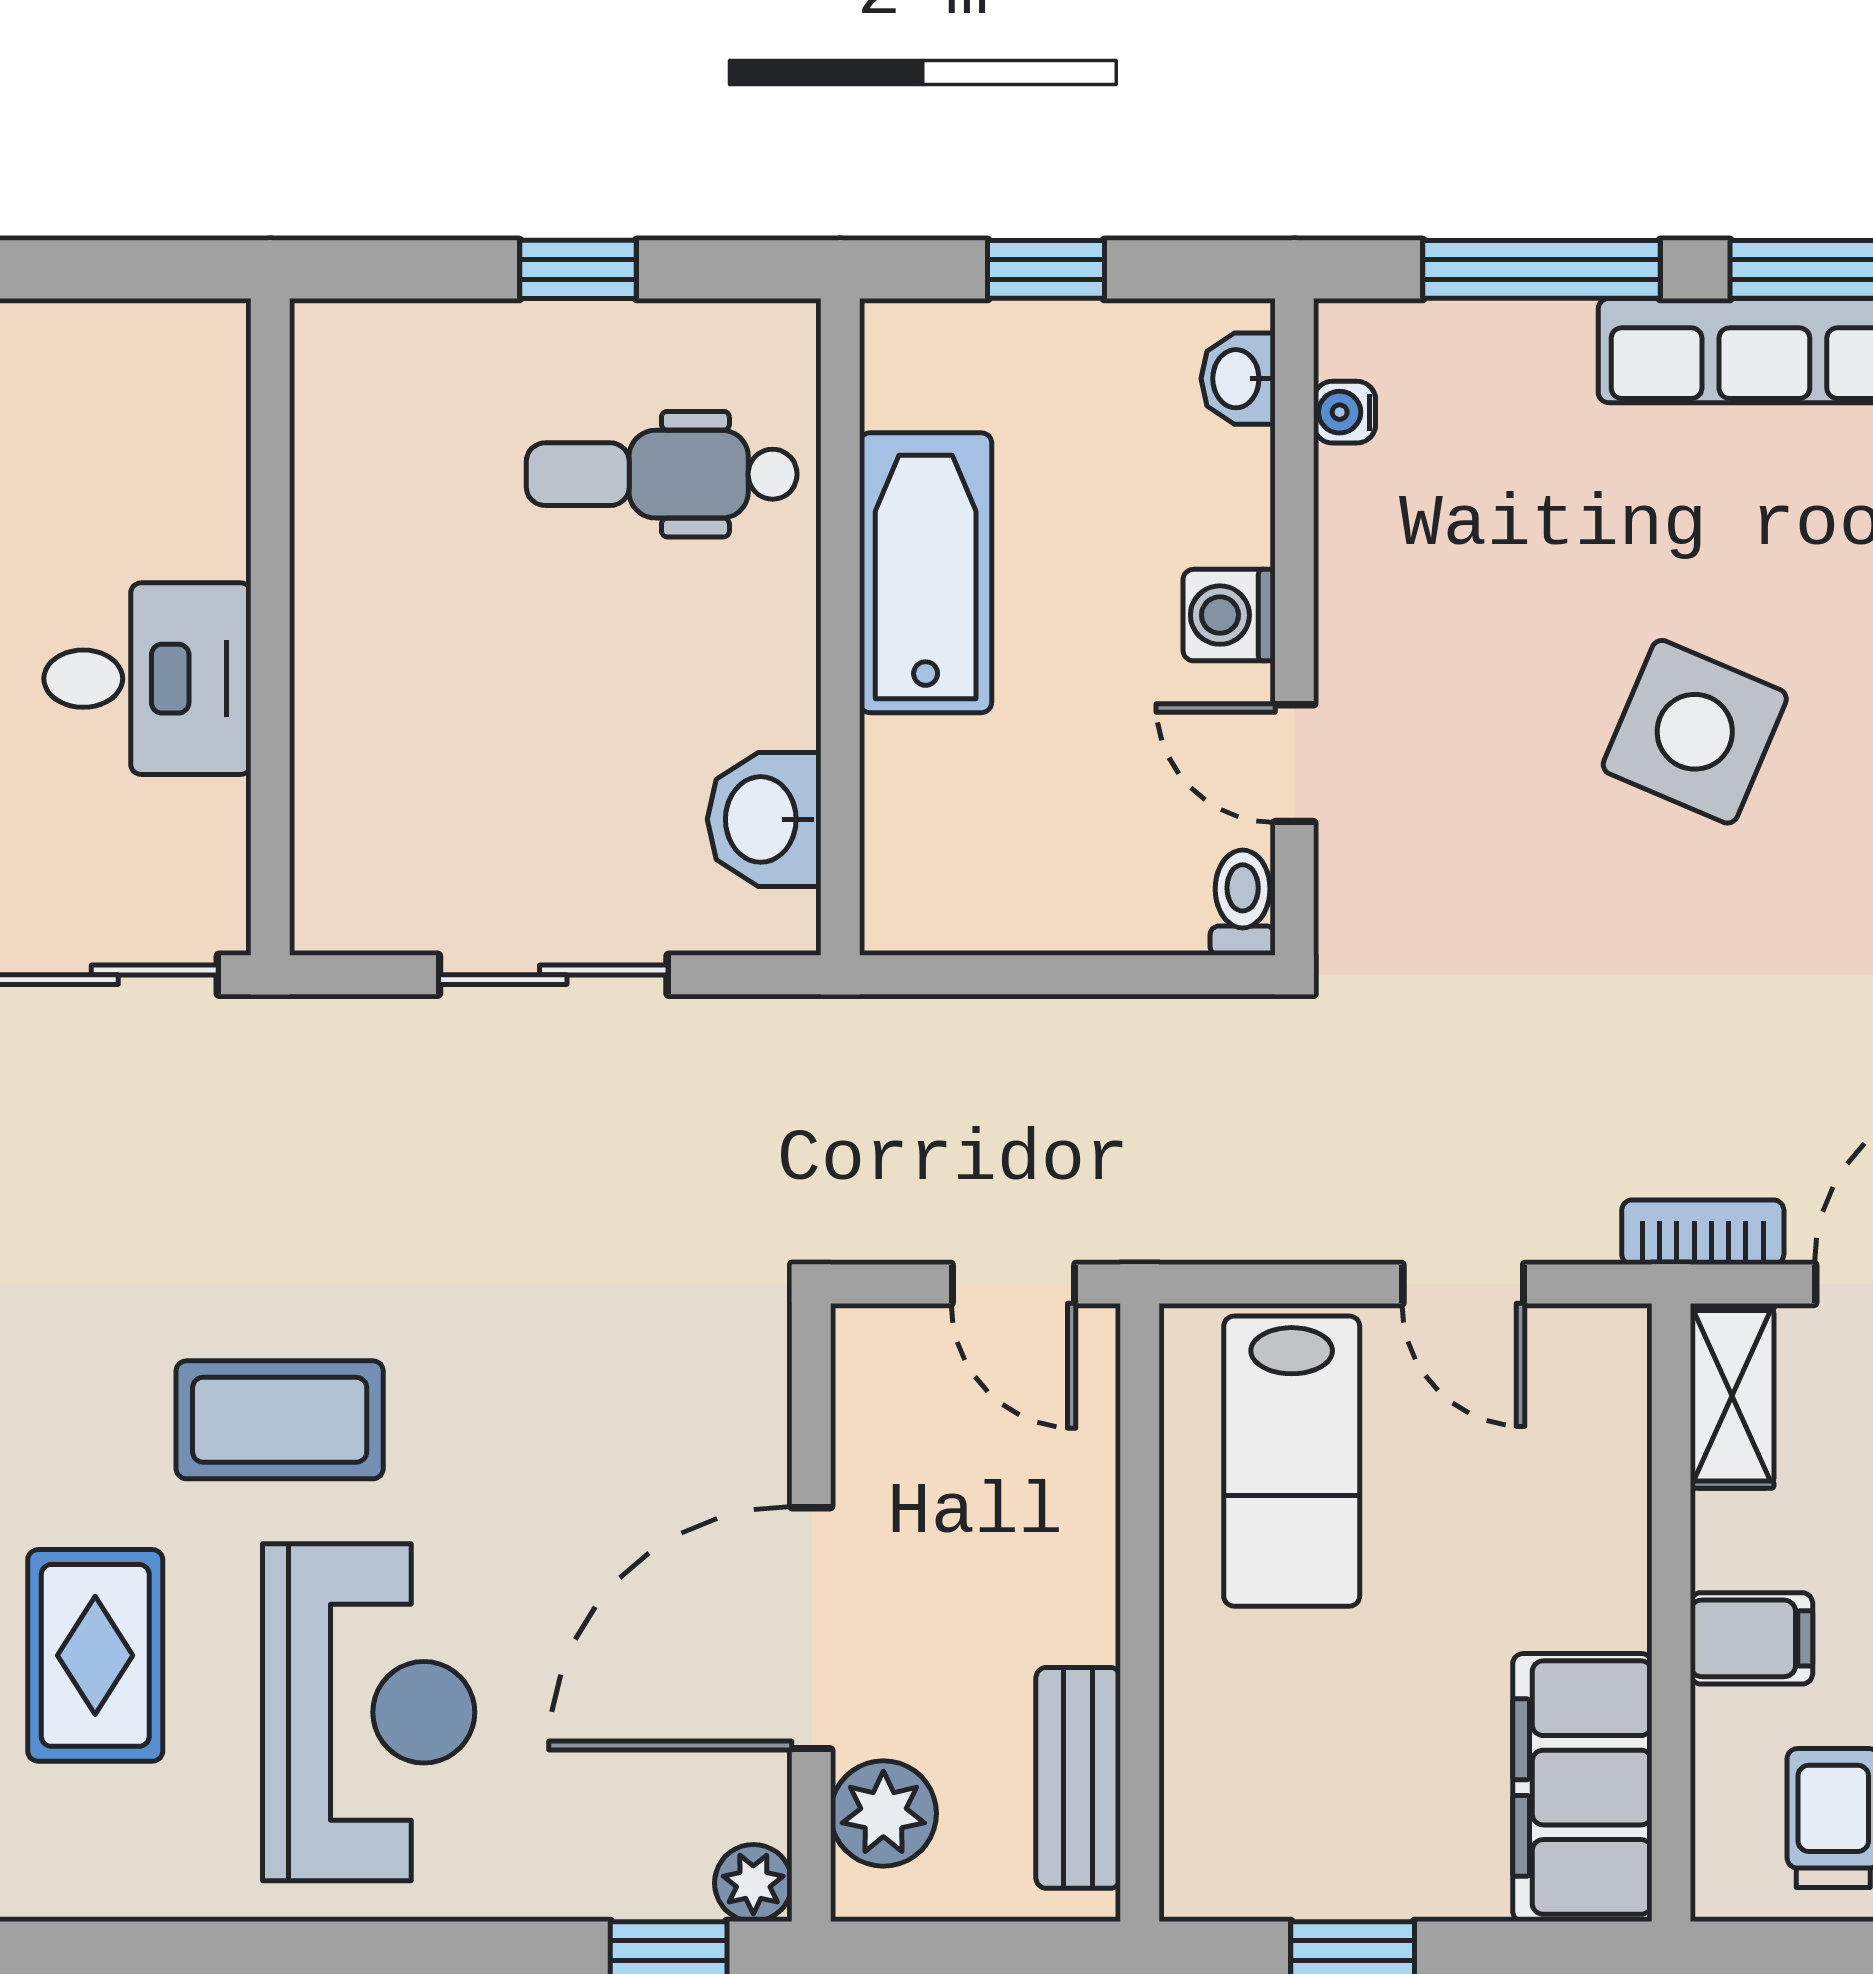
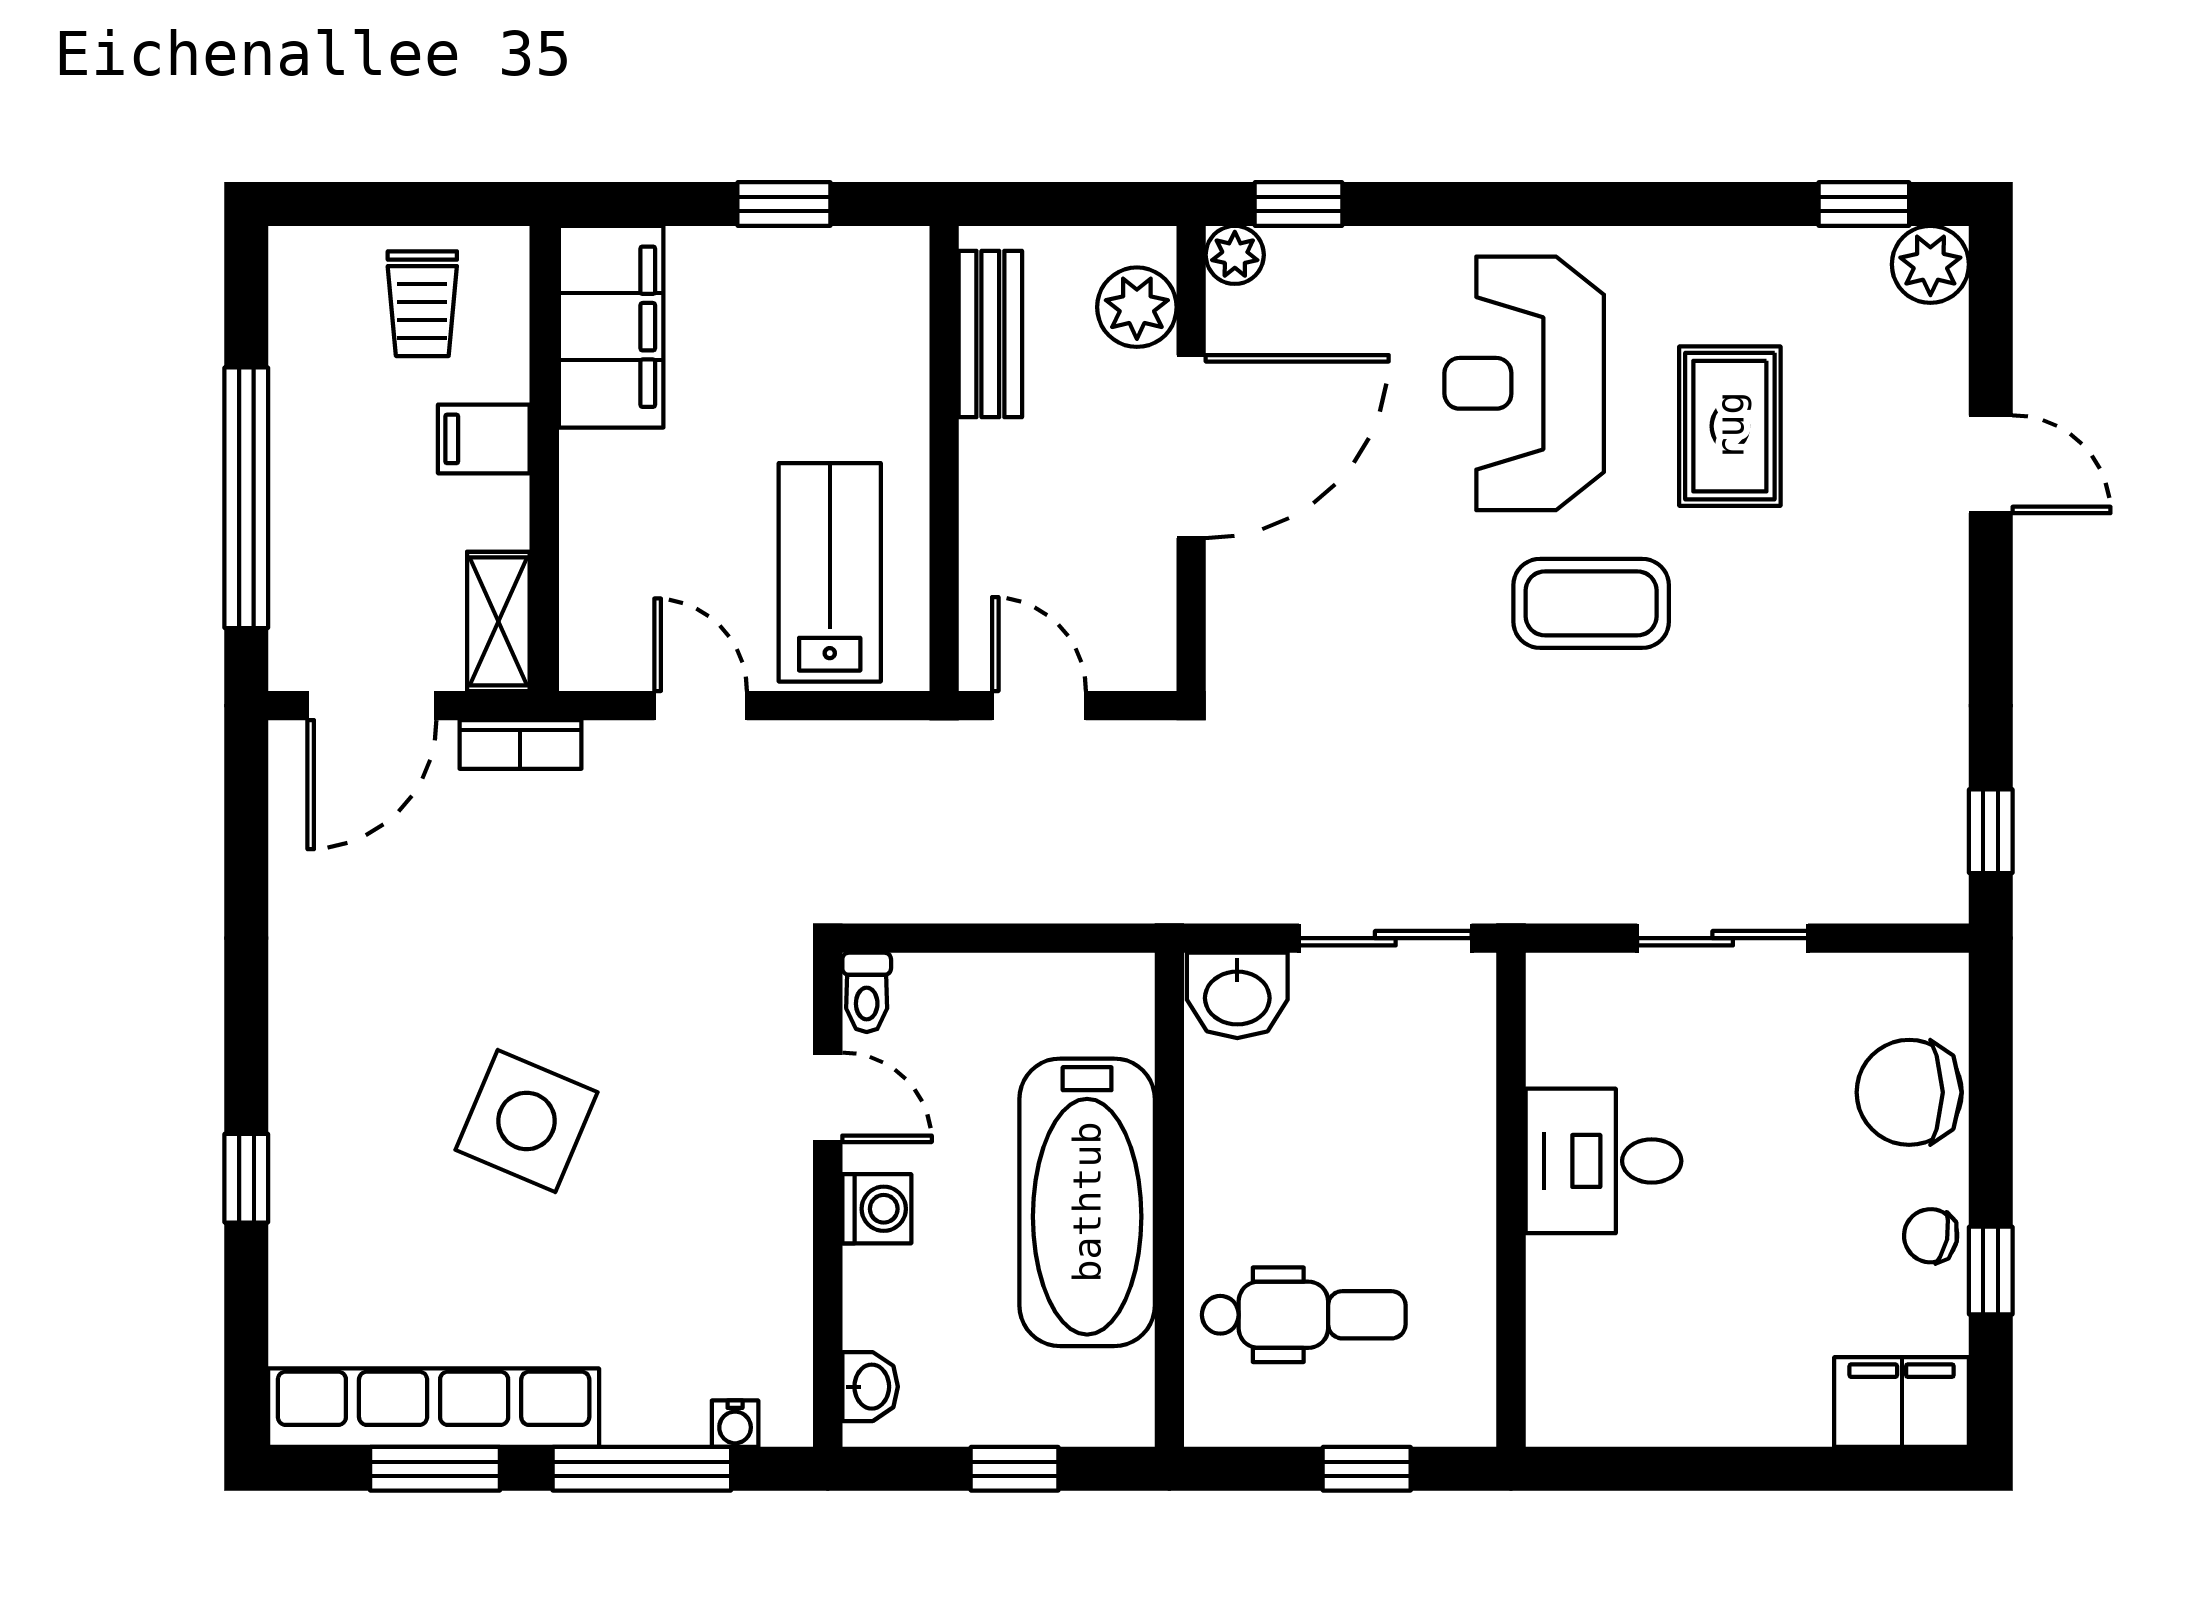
water cooler: (1345, 412) -> (735, 1424), moved, turned 90
bathtub: (926, 573) -> (1087, 1202), width x1.36, depth x1.36
wall: (270, 627) -> (1511, 1200), moved
desk: (147, 679) -> (1603, 1161), moved
washbasin: (764, 819) -> (1237, 995), moved, turned 90

